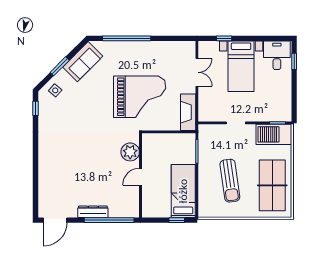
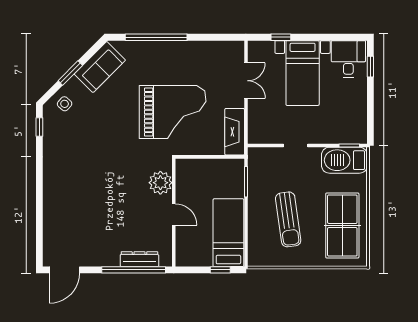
door: (141, 177) -> (174, 214), swing flipped
dresser: (93, 212) -> (139, 259), moved

